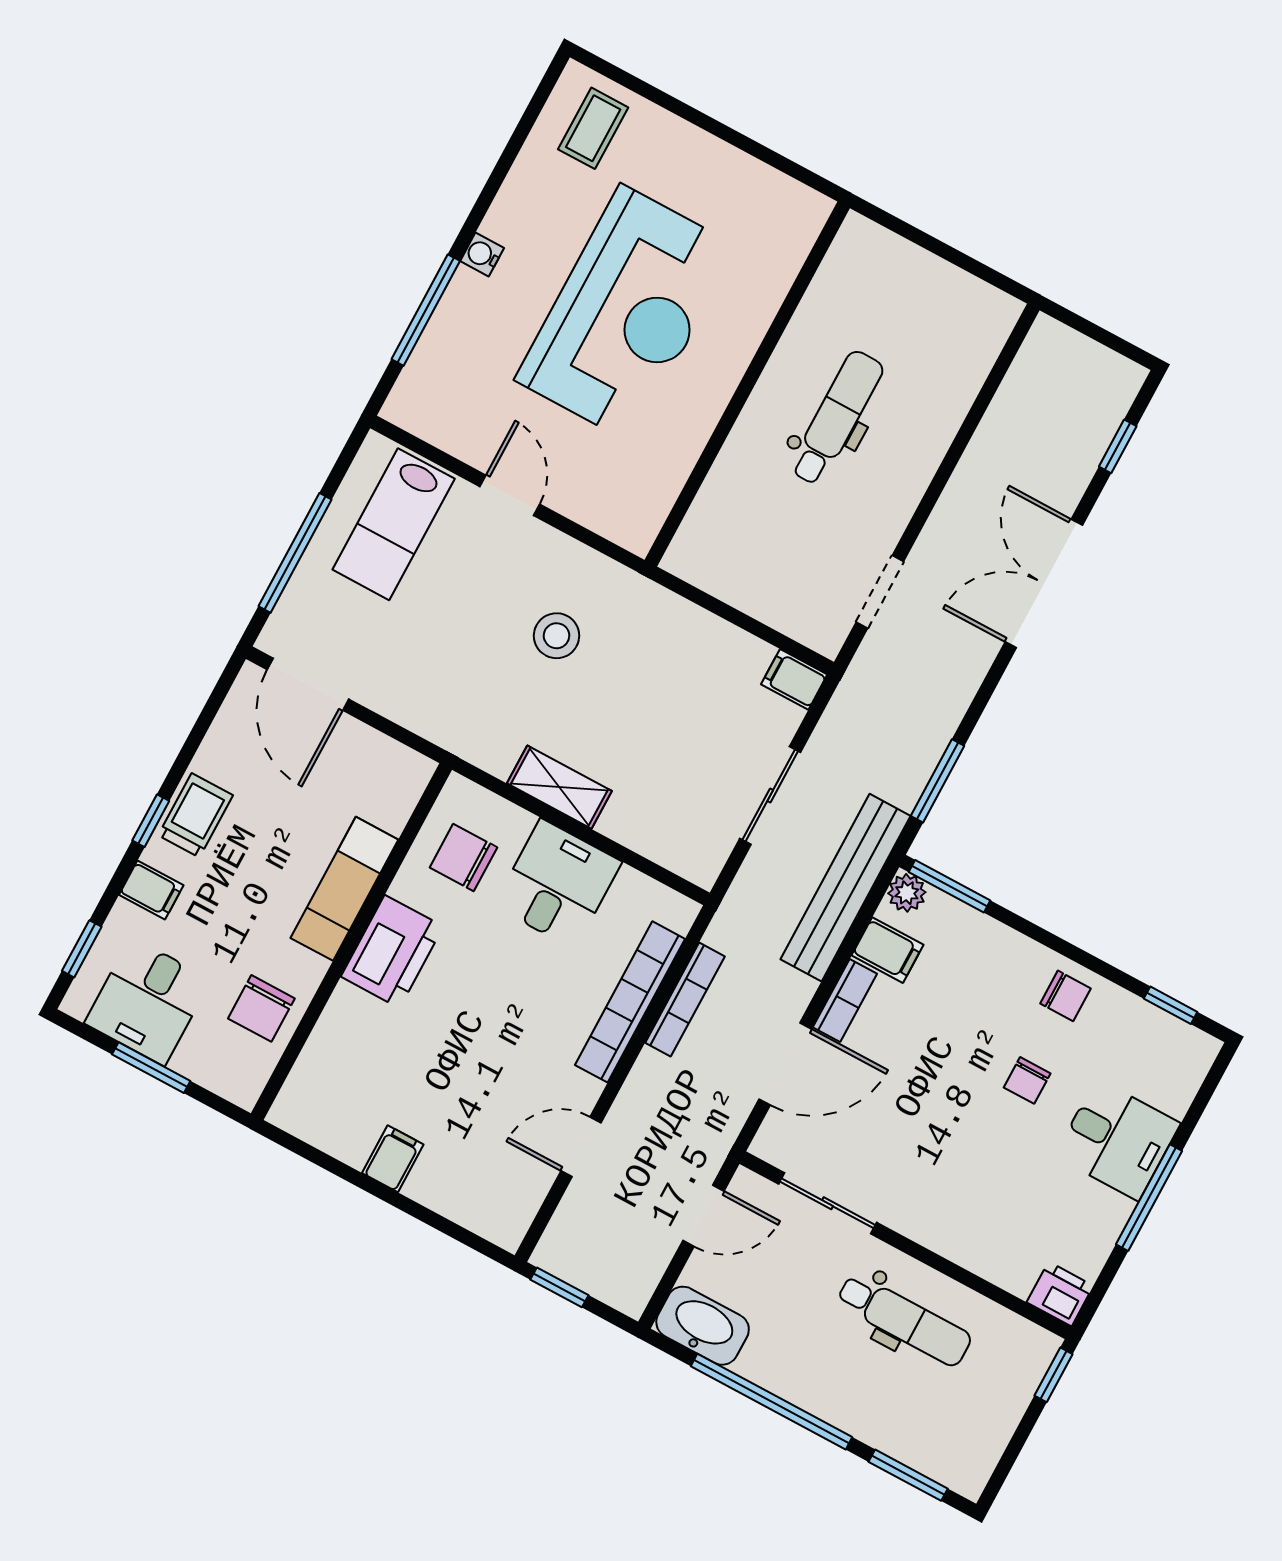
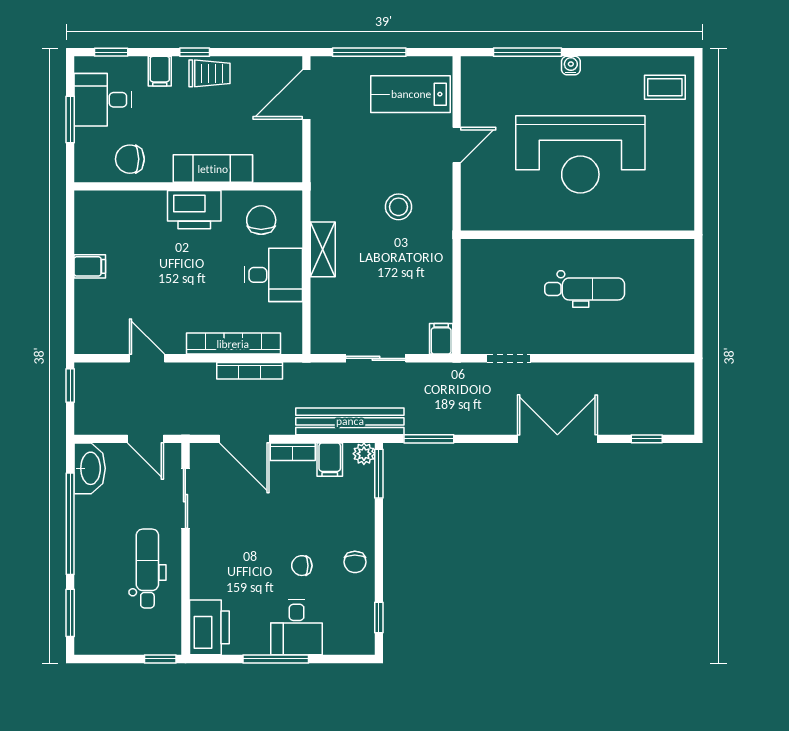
printer: (1060, 1294) -> (209, 627), width x1.87, depth x1.48
dental chair: (904, 1320) -> (147, 569), turned 180

